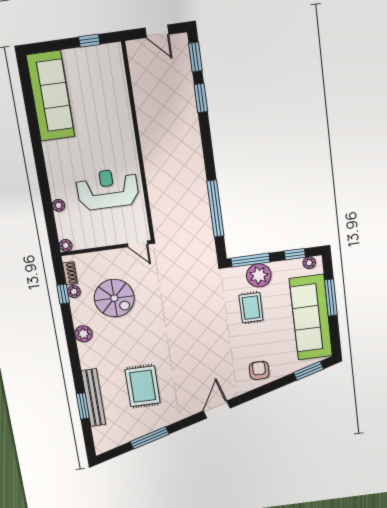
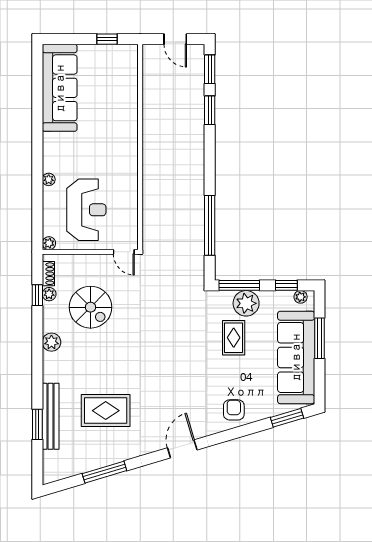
reception desk: (108, 189) -> (86, 210), moved, turned 90
plant: (59, 205) -> (49, 179), moved
rug: (143, 386) -> (106, 411), turned 90

